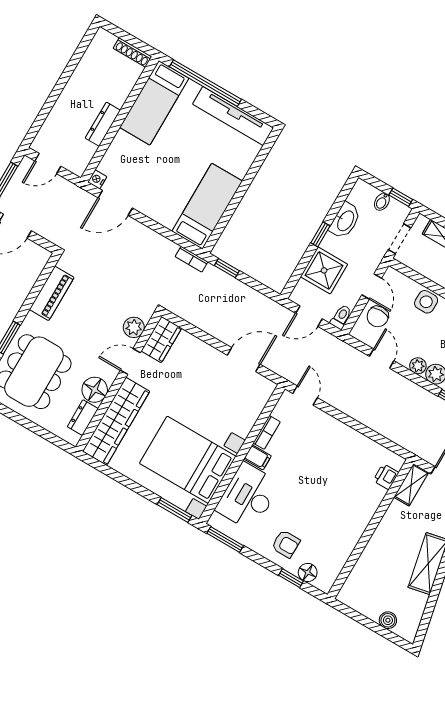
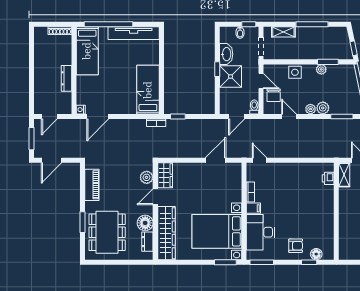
shower: (324, 270) -> (231, 76), moved

